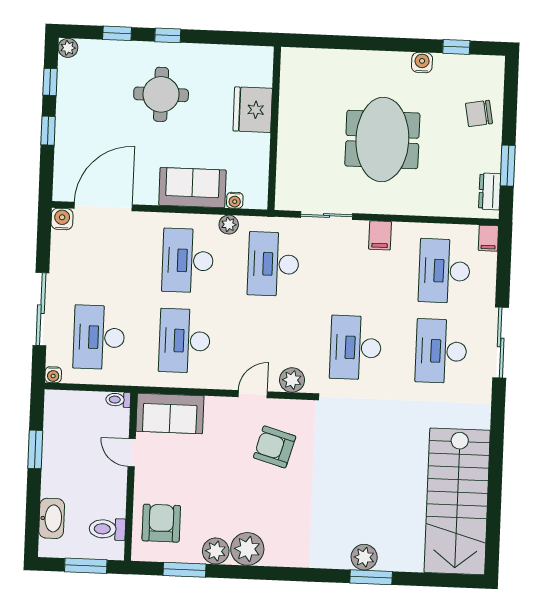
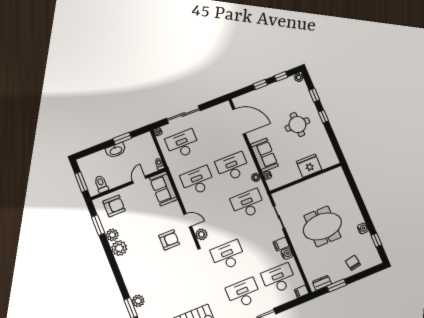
water cooler: (62, 219) -> (287, 254), moved
armchair: (275, 447) -> (169, 240), turned 74
washbasin: (52, 518) -> (116, 150), moved

